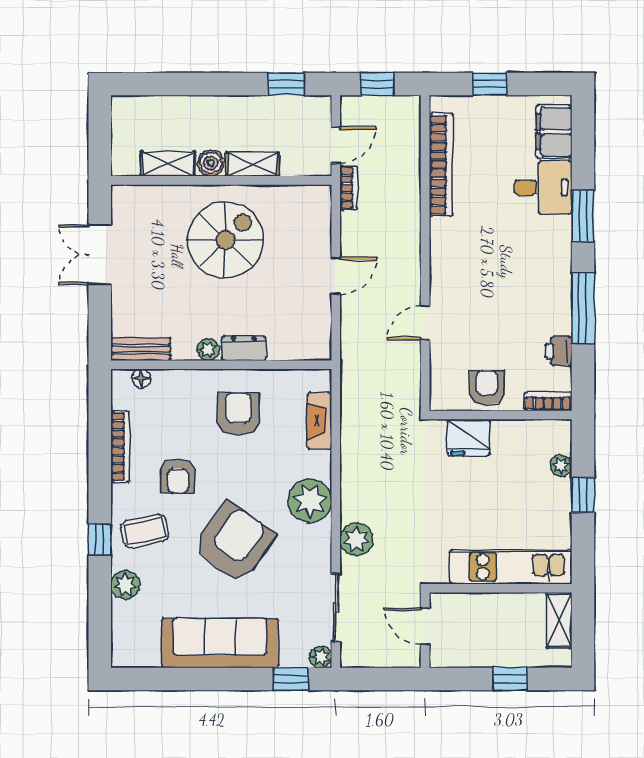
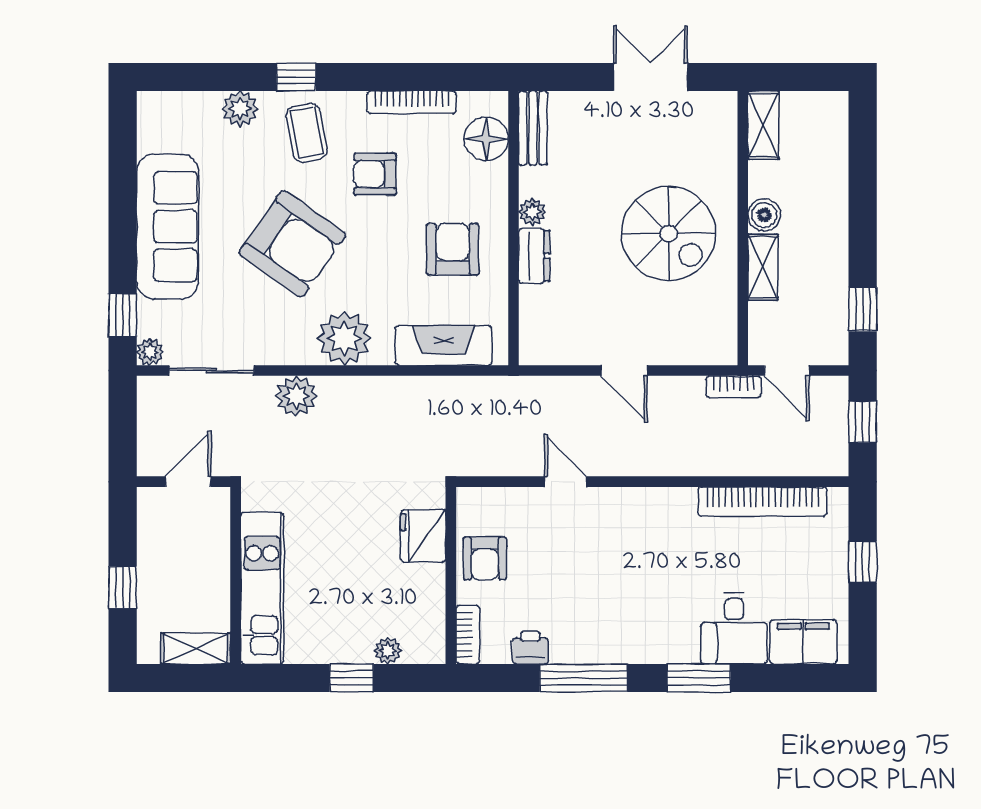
shelving: (168, 164) -> (763, 125), moved
floor lamp: (141, 378) -> (486, 139), width x1.89, depth x1.89
armchair: (487, 388) -> (485, 558), turned 90
armchair: (238, 414) -> (453, 249), turned -90
fireplace: (319, 421) -> (444, 345), width x1.37, depth x1.32

